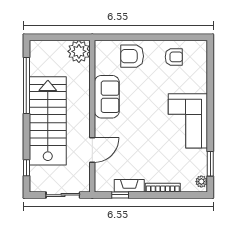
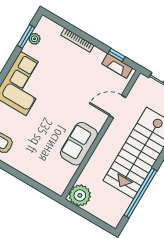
armchair: (132, 56) -> (38, 165), removed
plant: (201, 182) -> (34, 39), moved
fireplace: (129, 186) -> (117, 66), moved

